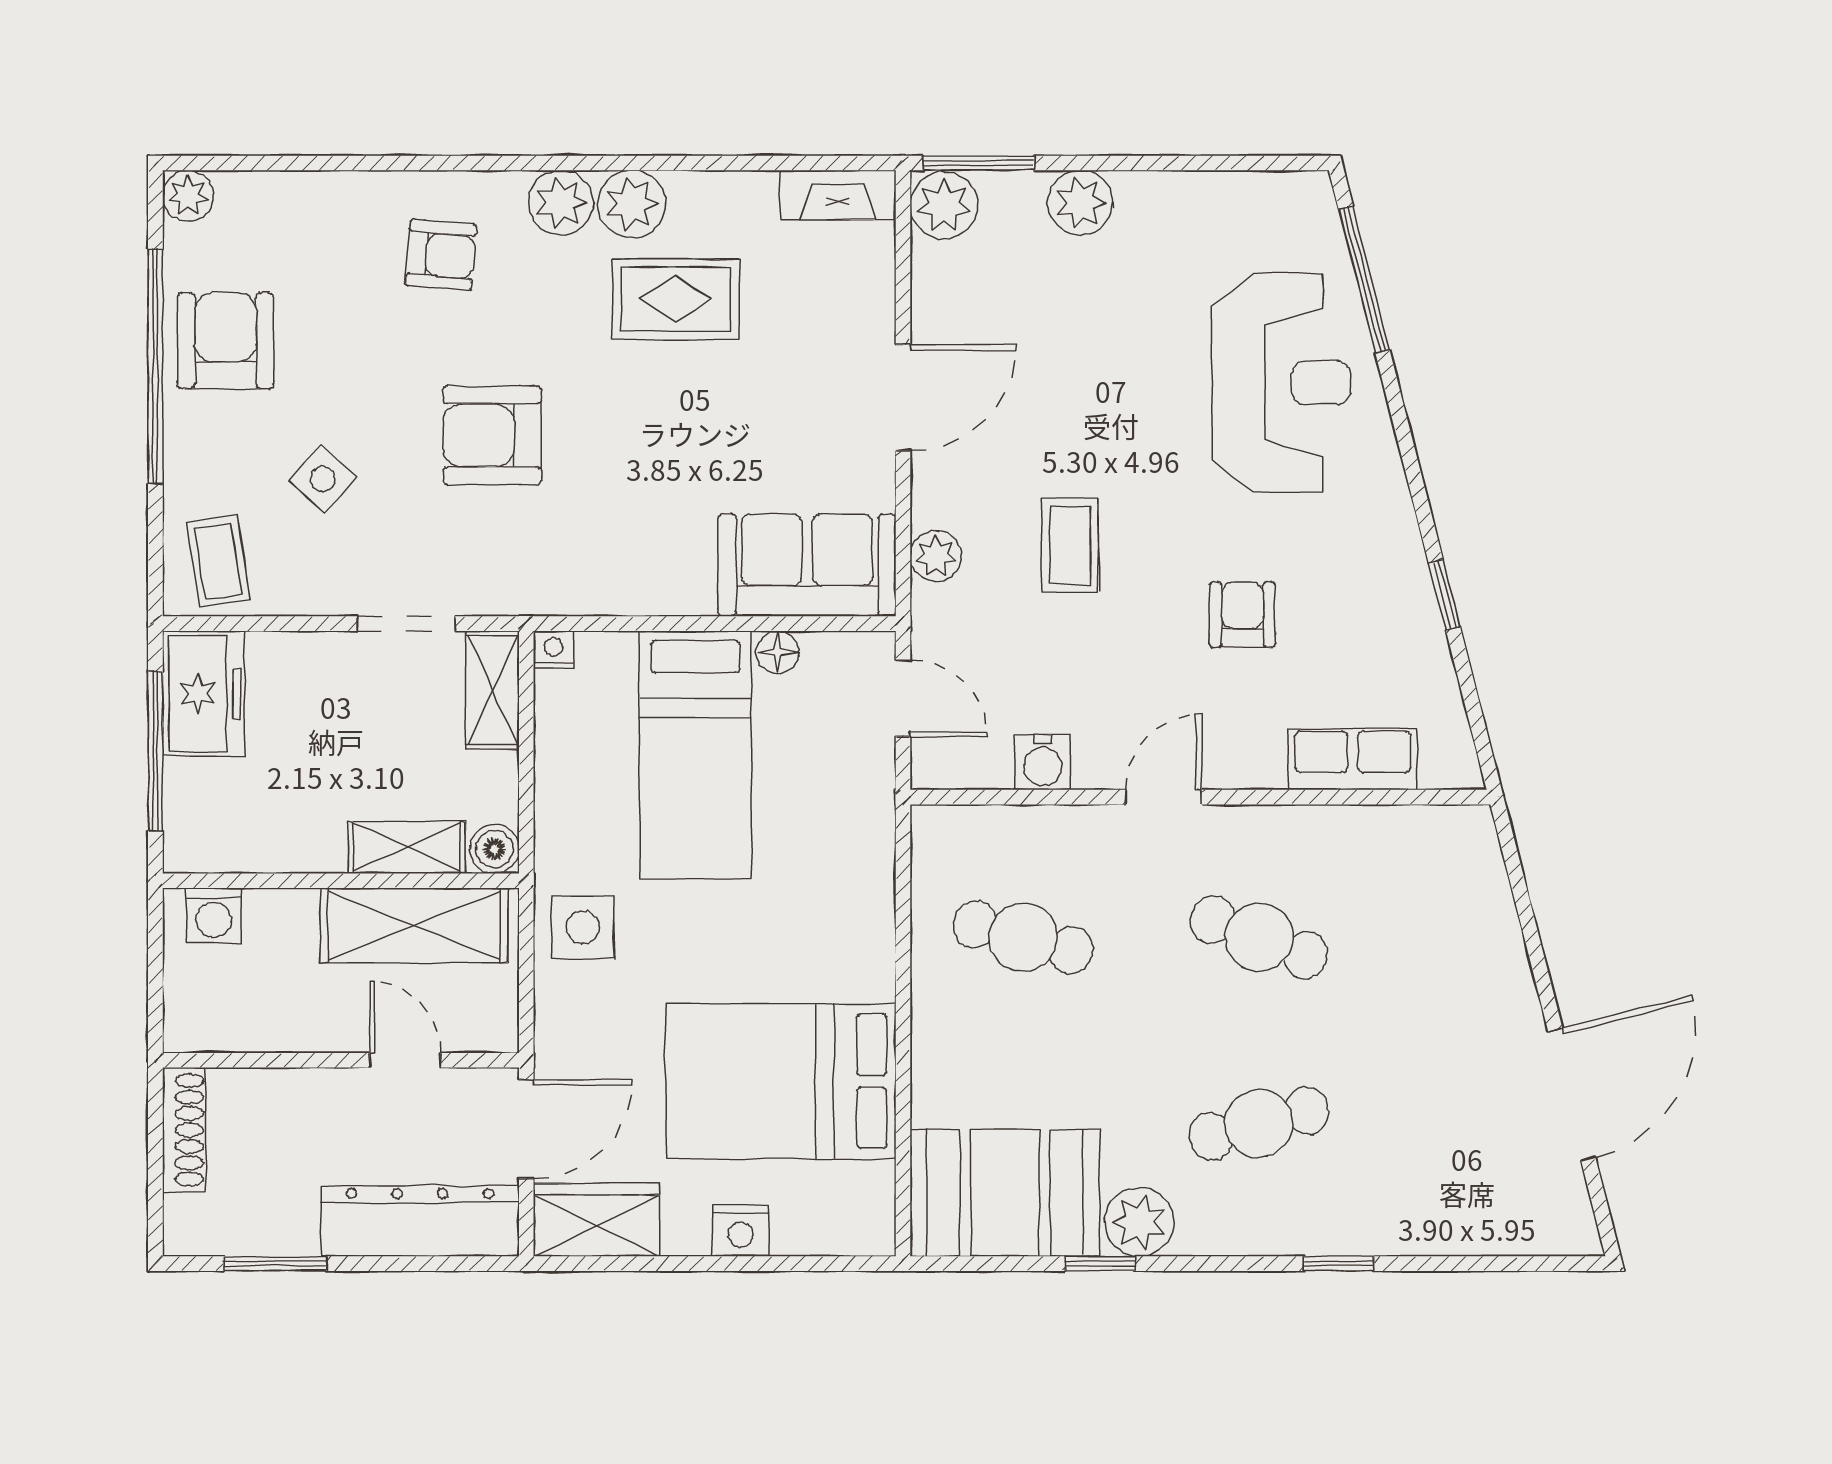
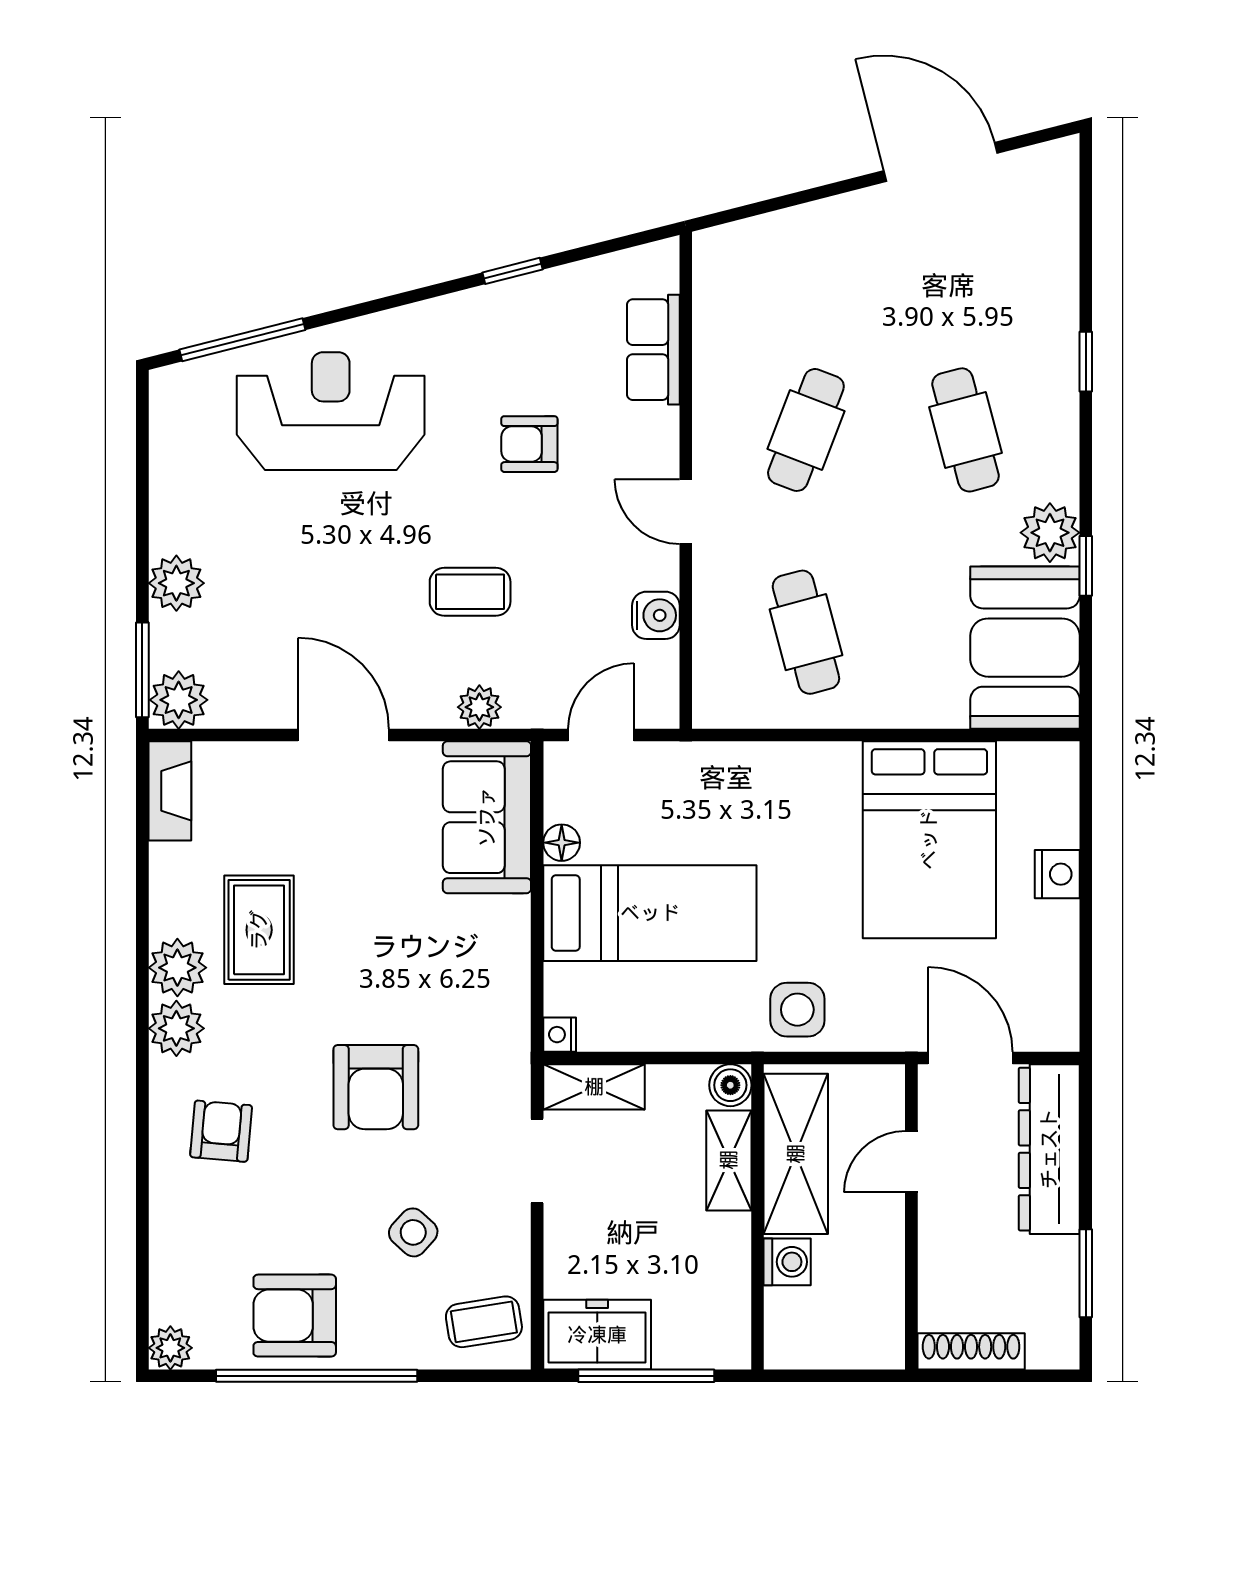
washing machine: (214, 915) -> (787, 1262), moved
cafe table: (1023, 937) -> (806, 632), turned -30
wardrobe: (596, 1220) -> (1048, 998), removed

